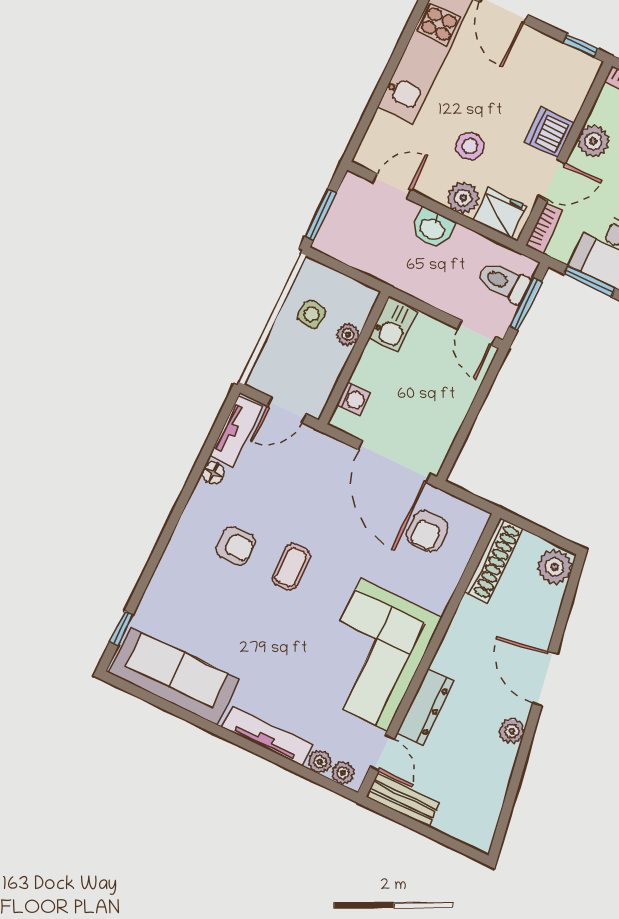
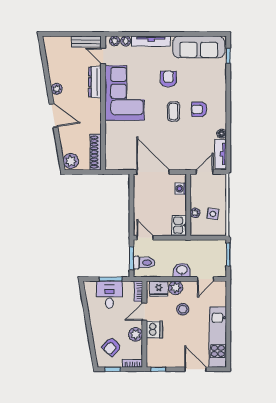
armchair: (427, 531) -> (168, 79), moved

